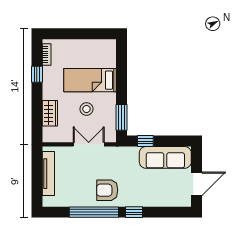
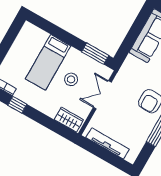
wardrobe: (50, 113) -> (69, 120), moved
window: (145, 141) -> (127, 45), removed

